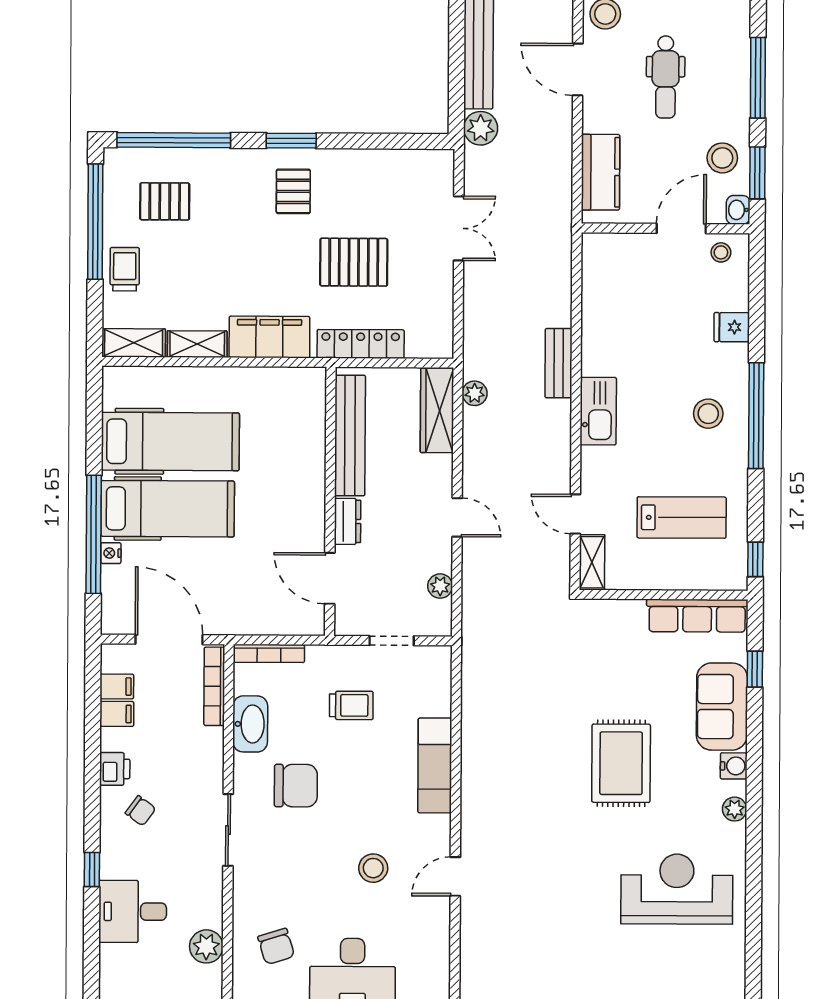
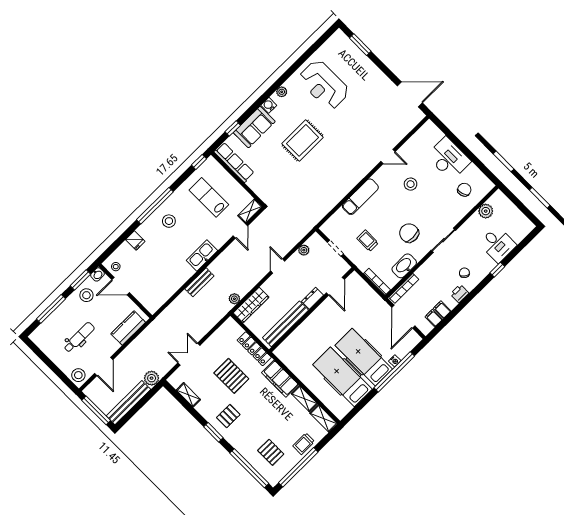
shelving: (393, 161) -> (188, 395), added

